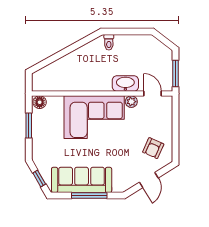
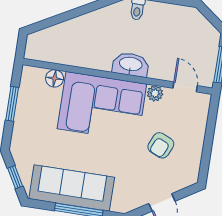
washbasin: (125, 83) -> (131, 65), moved
floor lamp: (40, 102) -> (55, 78), moved
armchair: (153, 148) -> (161, 145), moved

